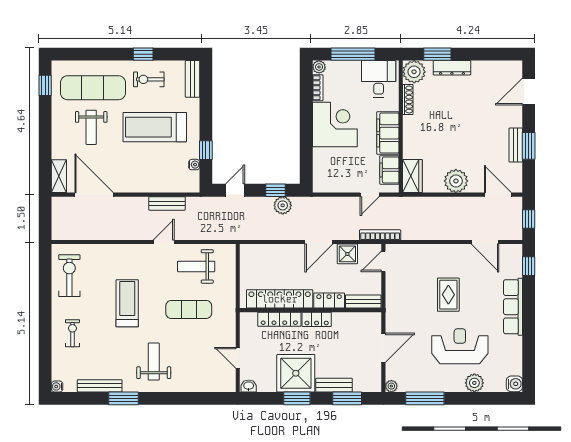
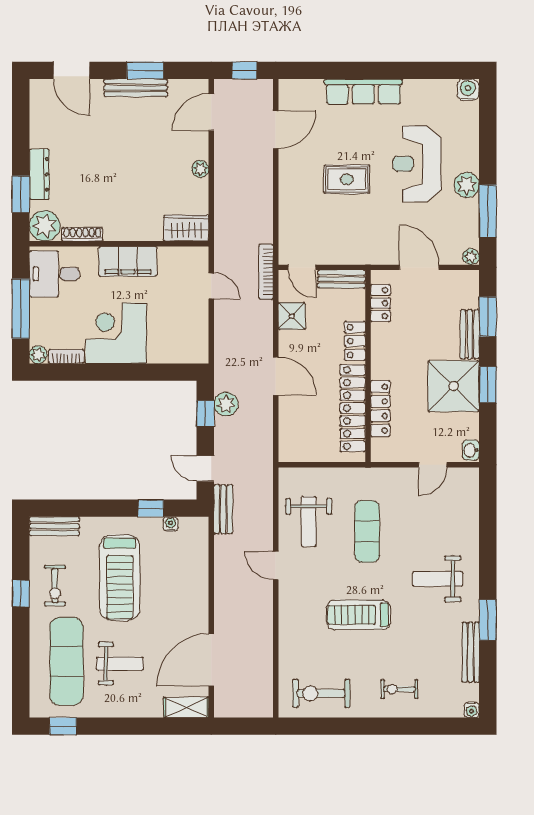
bench: (516, 145) -> (136, 88), width x1.36
filing cabinet: (389, 170) -> (178, 259), removed
plant: (456, 181) -> (200, 169), width x0.53, depth x0.53
bench: (167, 203) -> (223, 509), moved
door: (319, 242) -> (276, 376), moved
window: (529, 266) -> (308, 70), removed
bench: (363, 302) -> (342, 279), moved, turned 90
locker: (317, 319) -> (380, 303), moved
plant: (474, 383) -> (467, 185), moved

